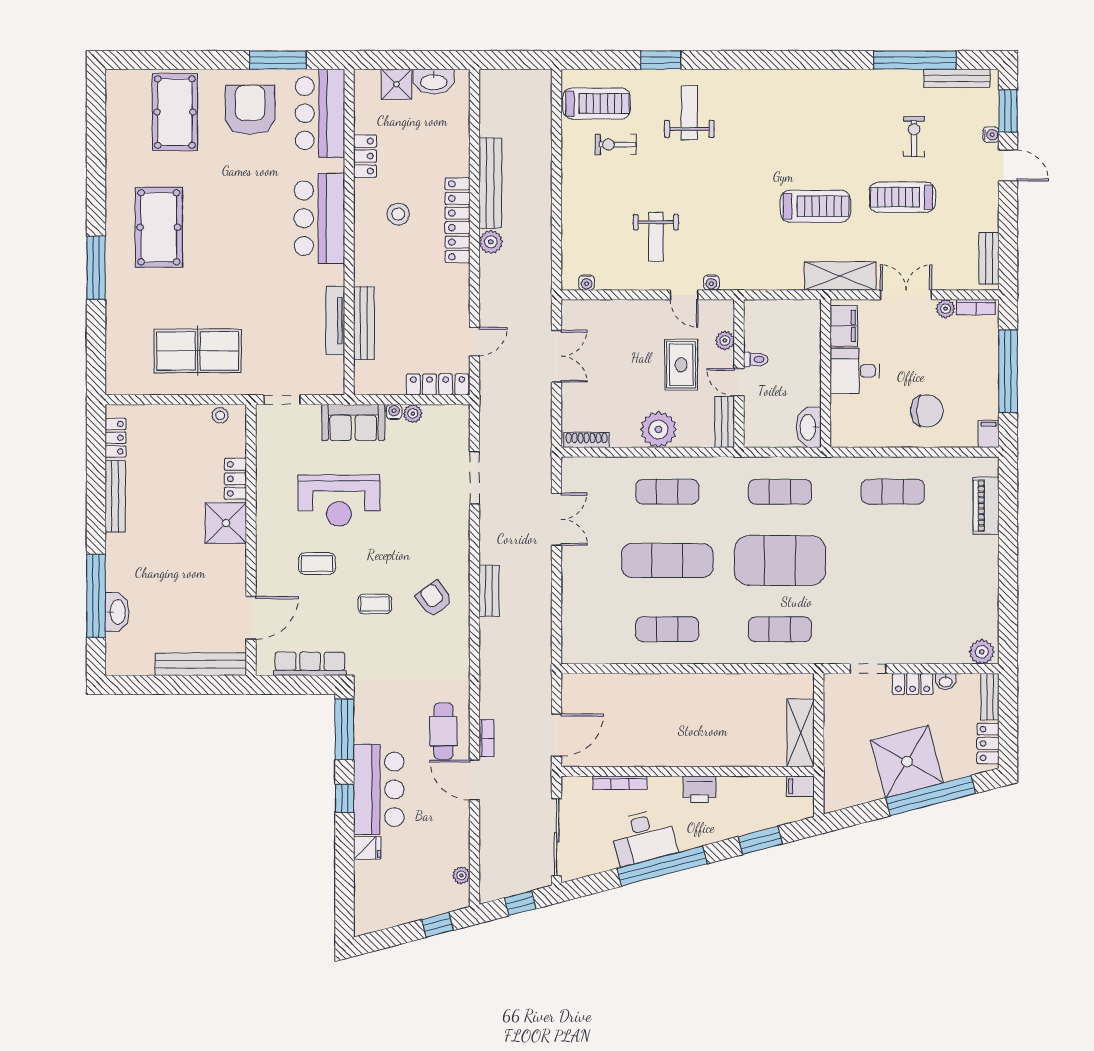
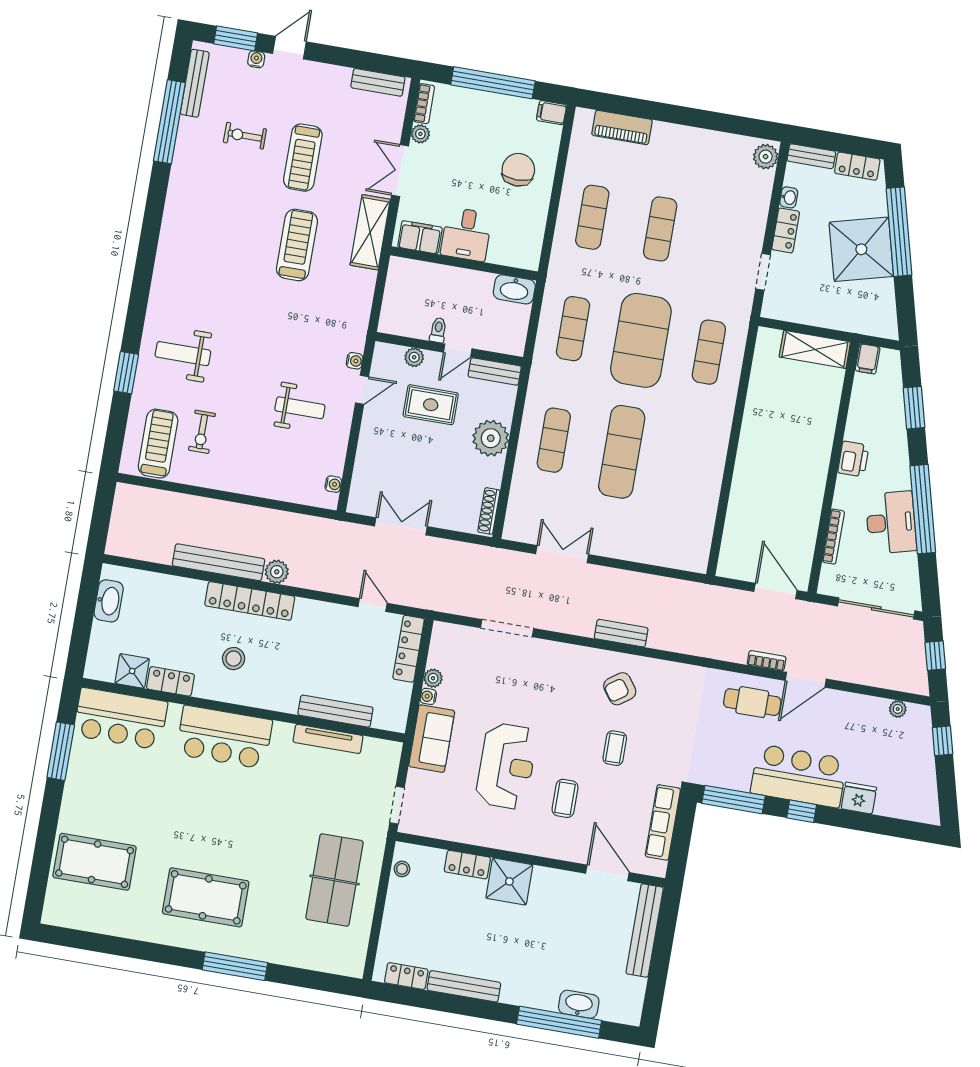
shower: (396, 84) -> (132, 671), moved
armchair: (250, 110) -> (105, 787), removed
exercise mat: (667, 629) -> (660, 229), moved
fridge: (367, 848) -> (859, 798), width x1.38

